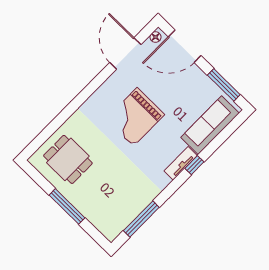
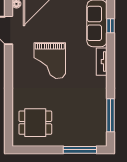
window: (194, 165) -> (110, 26), moved
window: (67, 206) -> (80, 150), moved

